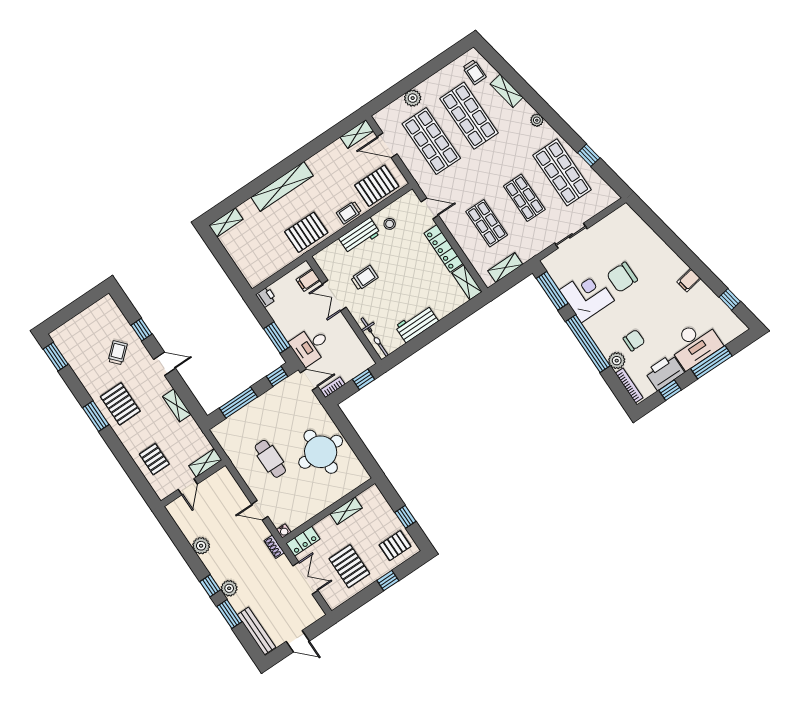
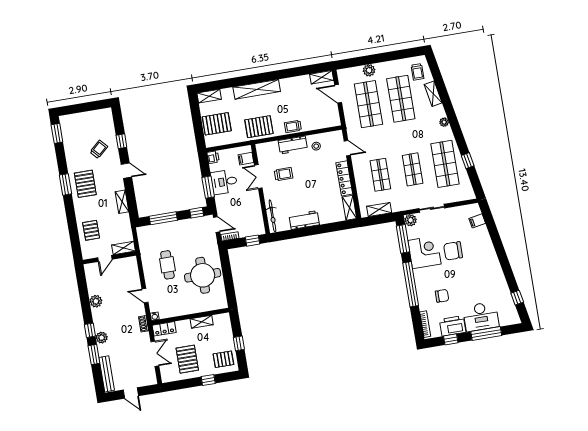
pallet: (377, 186) -> (217, 124), moved
filing cabinet: (689, 280) -> (477, 221), moved
desk: (310, 346) -> (224, 182), moved
plant: (617, 361) -> (411, 220), moved

